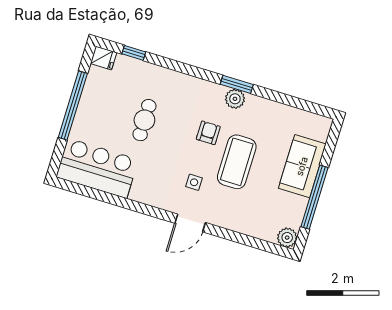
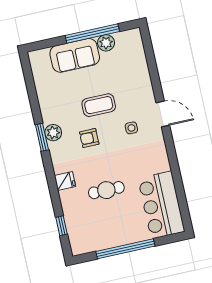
fridge: (104, 58) -> (65, 181), moved, turned 90
coffee table: (237, 162) -> (99, 105), width x0.73, depth x0.76
plant: (287, 238) -> (106, 43), moved

